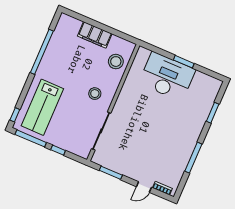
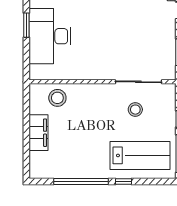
stool: (95, 94) -> (135, 110), moved
window: (15, 115) -> (123, 182), moved

